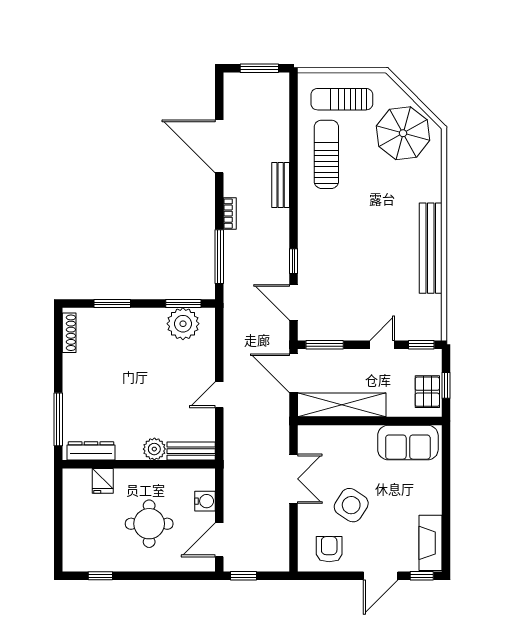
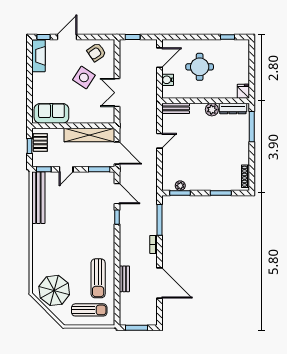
bench: (281, 185) -> (124, 279), moved
bench: (431, 248) -> (38, 198), moved
plant: (183, 324) -> (180, 186), width x0.53, depth x0.53
plant: (154, 449) -> (212, 110), moved
fridge: (103, 481) -> (243, 91), moved
armchair: (329, 549) -> (97, 52), turned 55
window: (244, 576) -> (133, 37), moved

